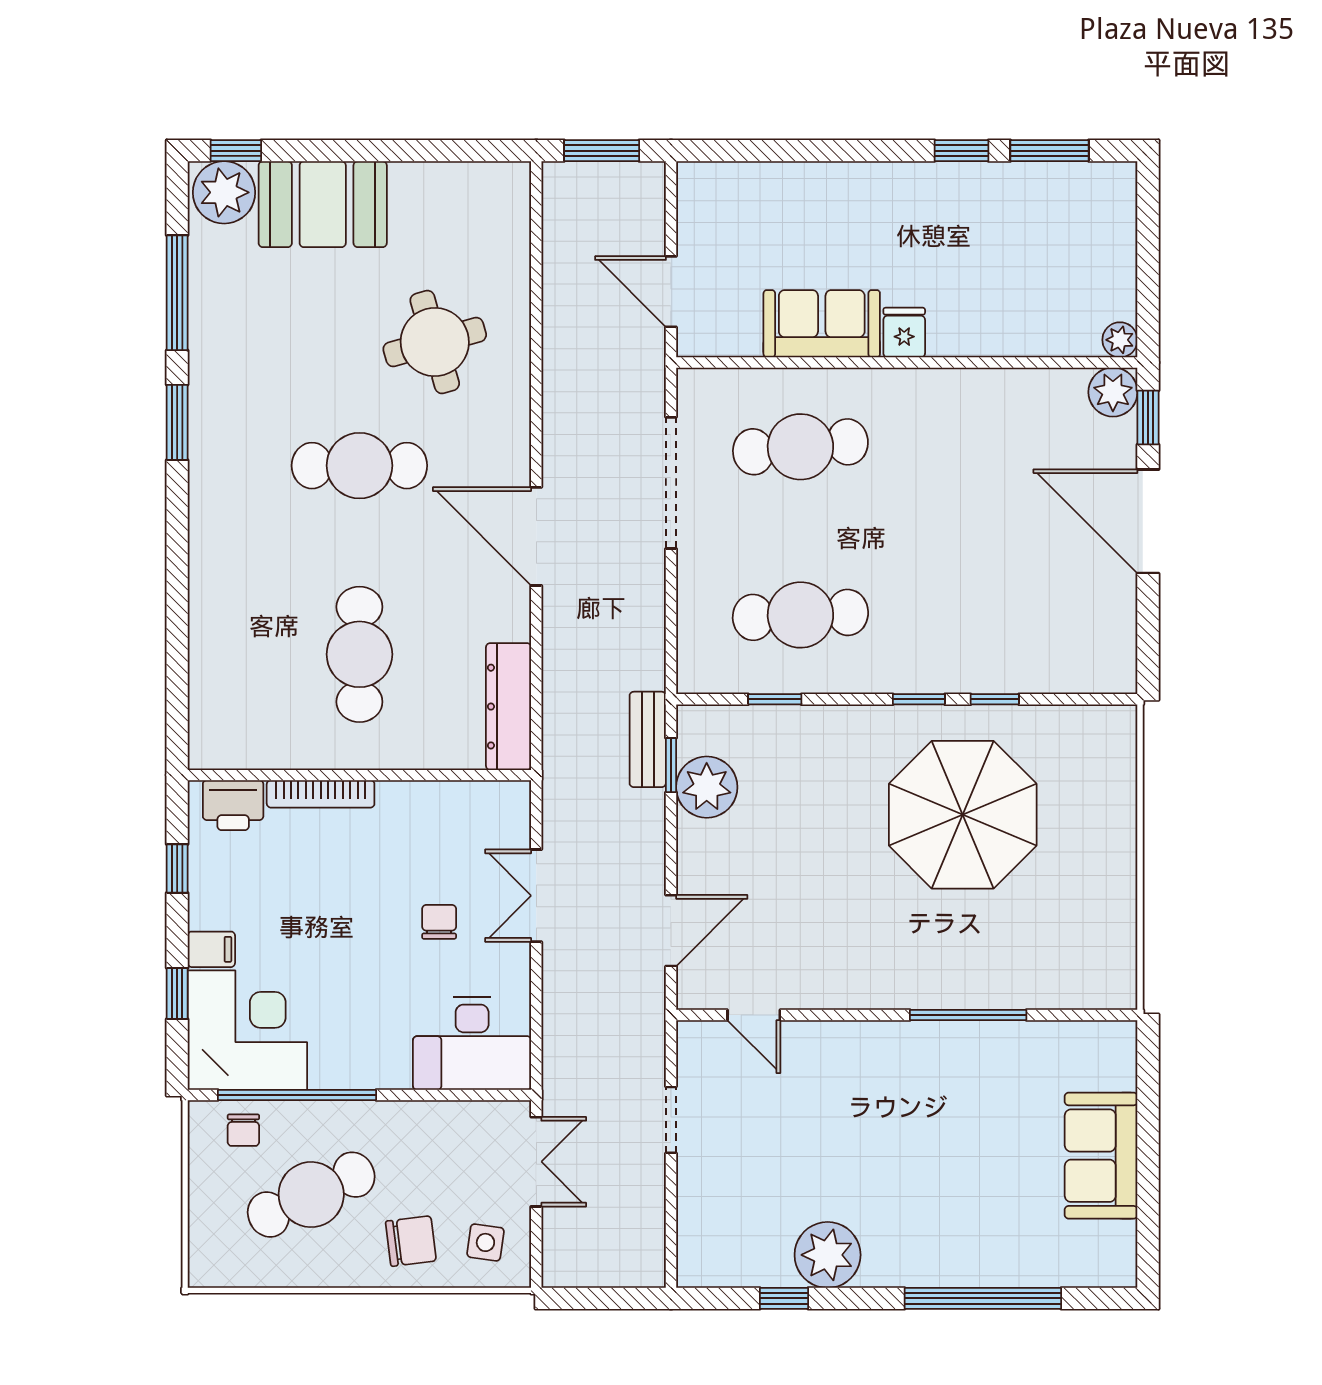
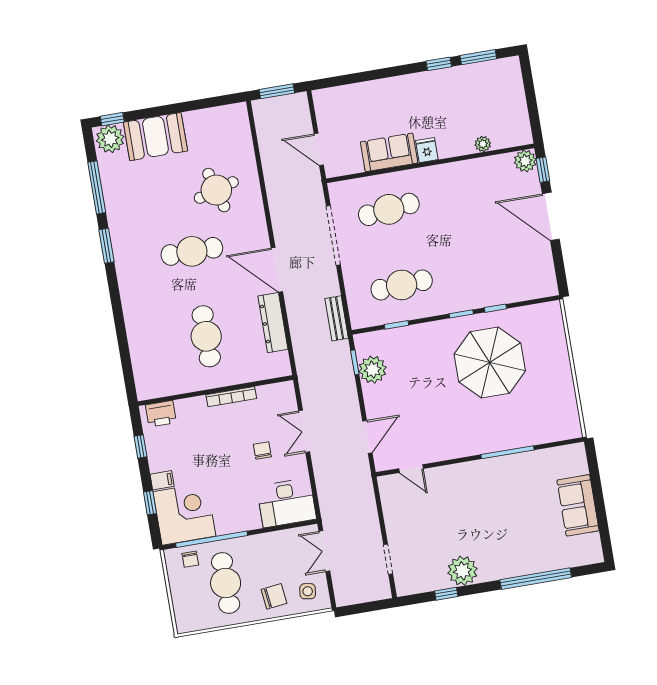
plant: (1120, 340) -> (483, 144), moved
dresser: (509, 707) -> (273, 323), moved
bench: (648, 739) -> (337, 318), moved
bookcase: (321, 794) -> (231, 397), moved
doorway: (671, 1120) -> (388, 559), moved
double door: (536, 1162) -> (324, 551), swing flipped
cafe table: (311, 1195) -> (226, 583), turned -65

